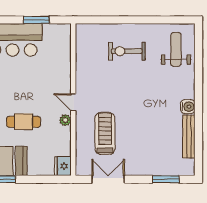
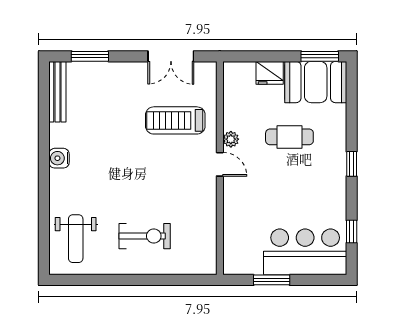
treadmill: (105, 134) -> (175, 120), turned 90
bench: (189, 137) -> (57, 92), moved
fridge: (63, 166) -> (270, 73), moved, turned 90

